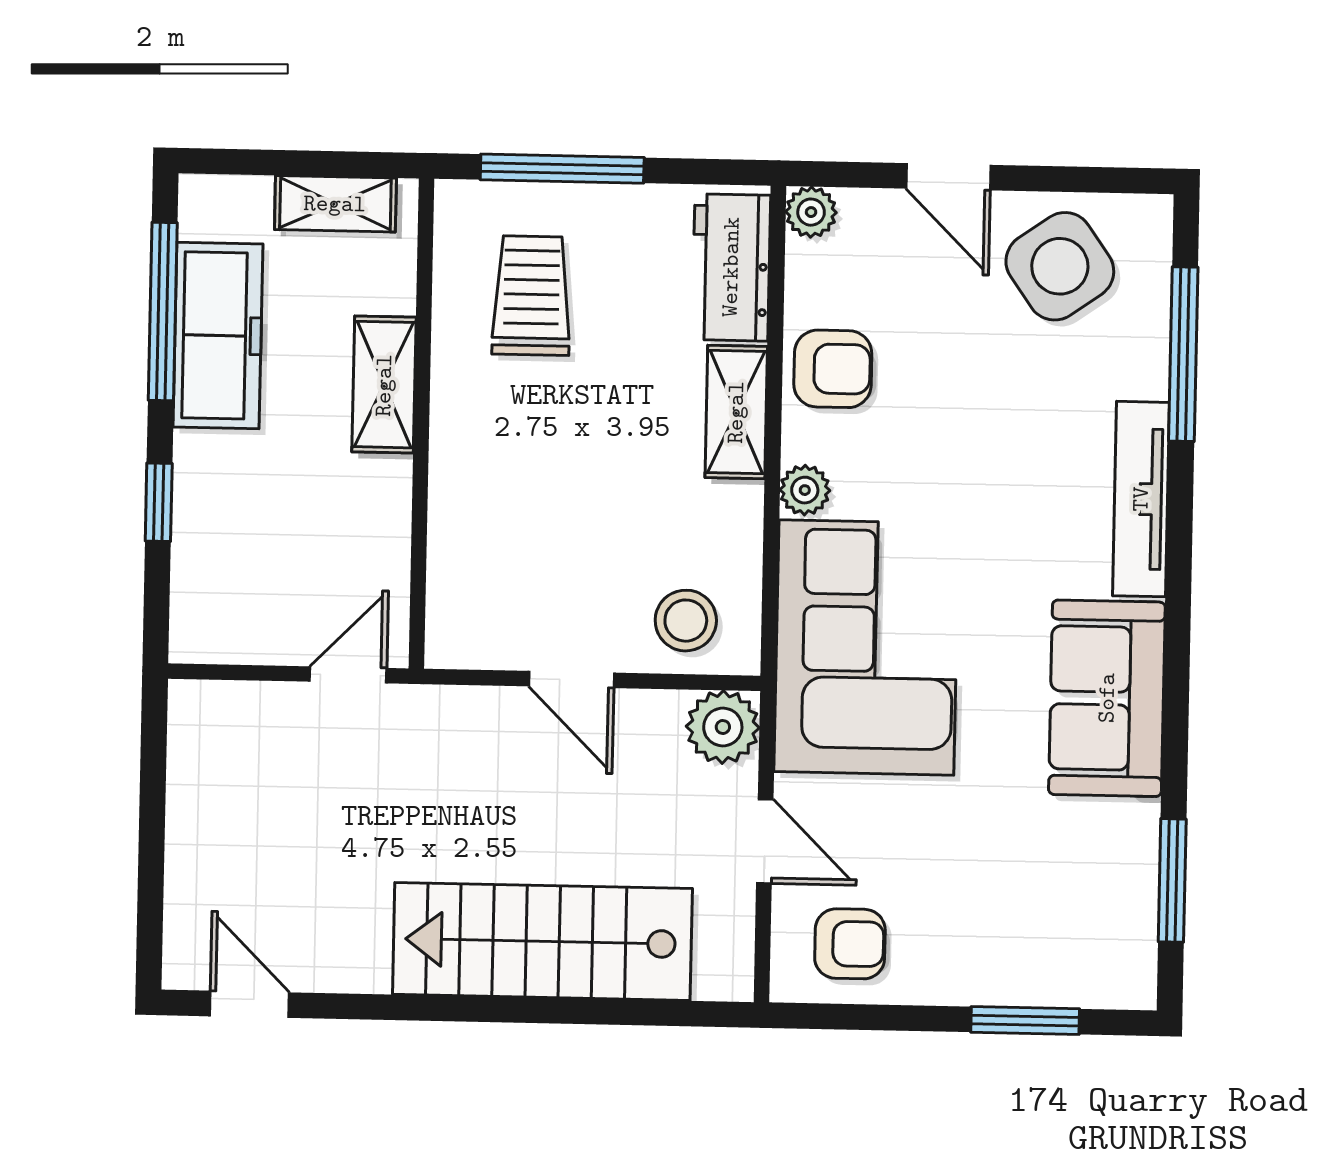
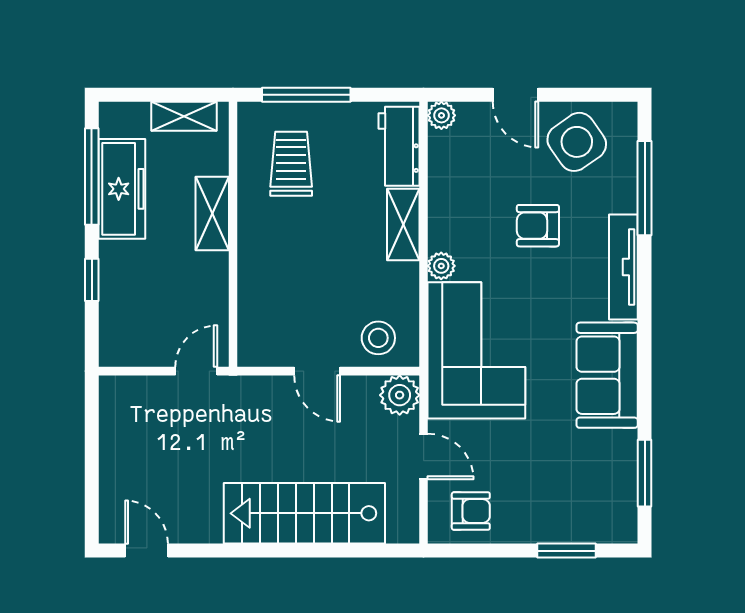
armchair: (833, 369) -> (538, 226), moved, turned 180

